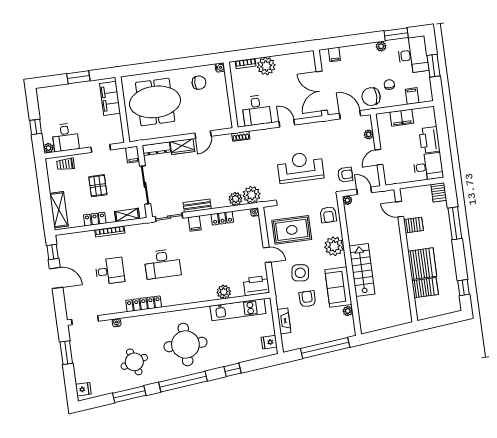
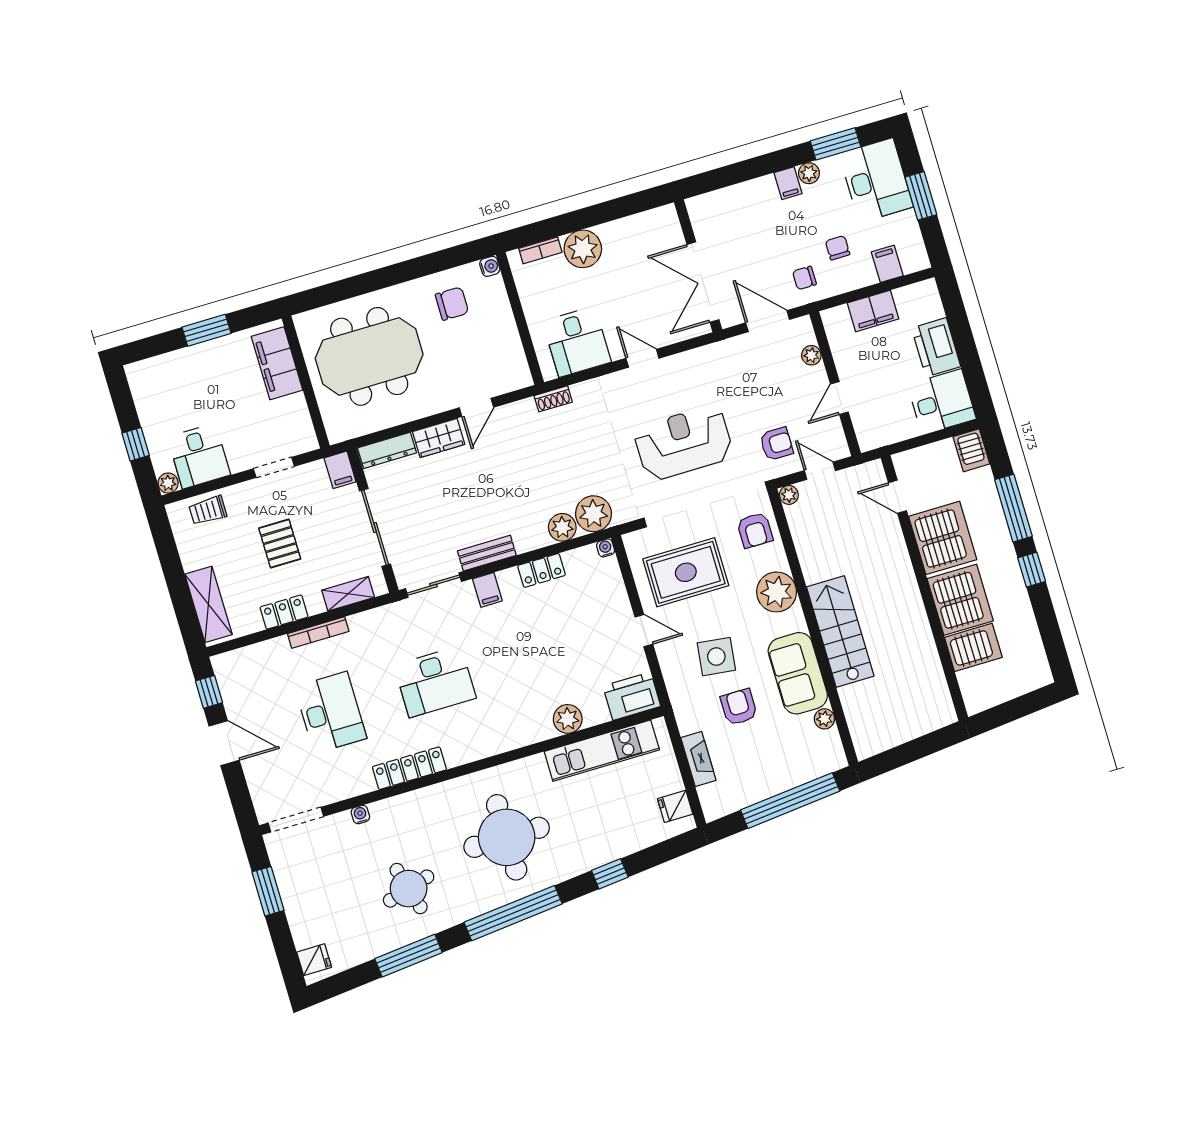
filing cabinet: (334, 54) -> (788, 183), moved
chair: (371, 97) -> (804, 278), width x0.54, depth x0.54
server rack: (413, 225) -> (943, 538), width x2.18, depth x1.44
desk: (110, 271) -> (331, 712), width x1.37
window: (463, 288) -> (1032, 570), moved

